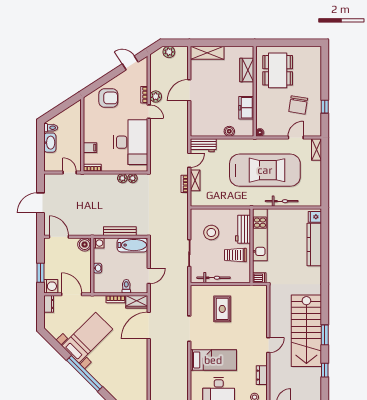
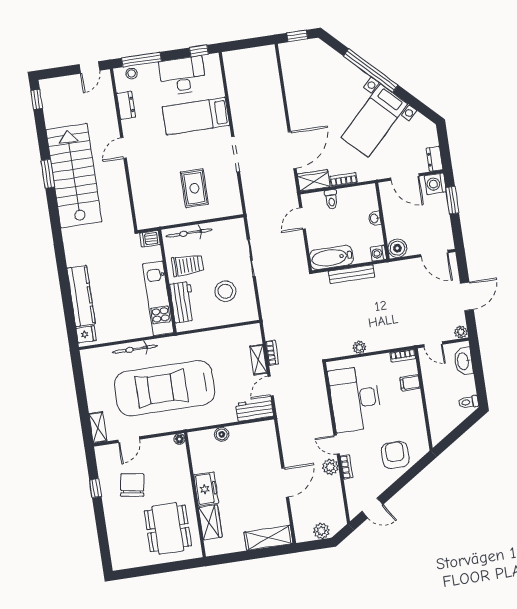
armchair: (108, 98) -> (395, 455), turned 90
freezer: (246, 108) -> (206, 489), moved
washbasin: (50, 143) -> (463, 361), moved
plant: (133, 178) -> (461, 332), moved
bicycle: (214, 278) -> (189, 233), moved
window: (325, 370) -> (37, 99), moved

